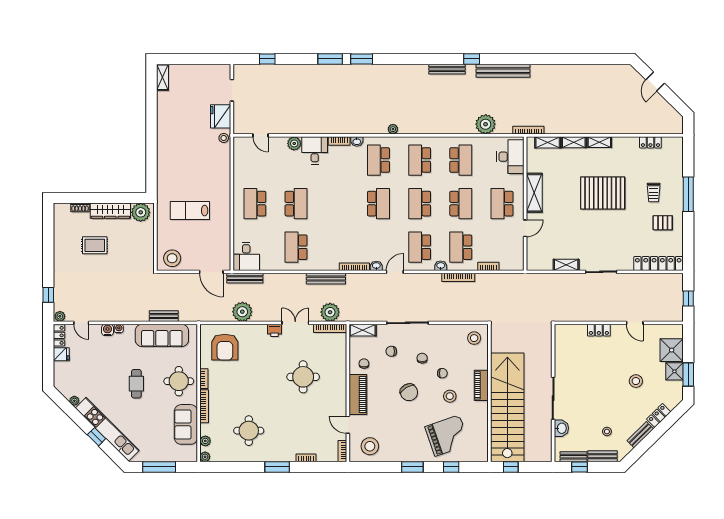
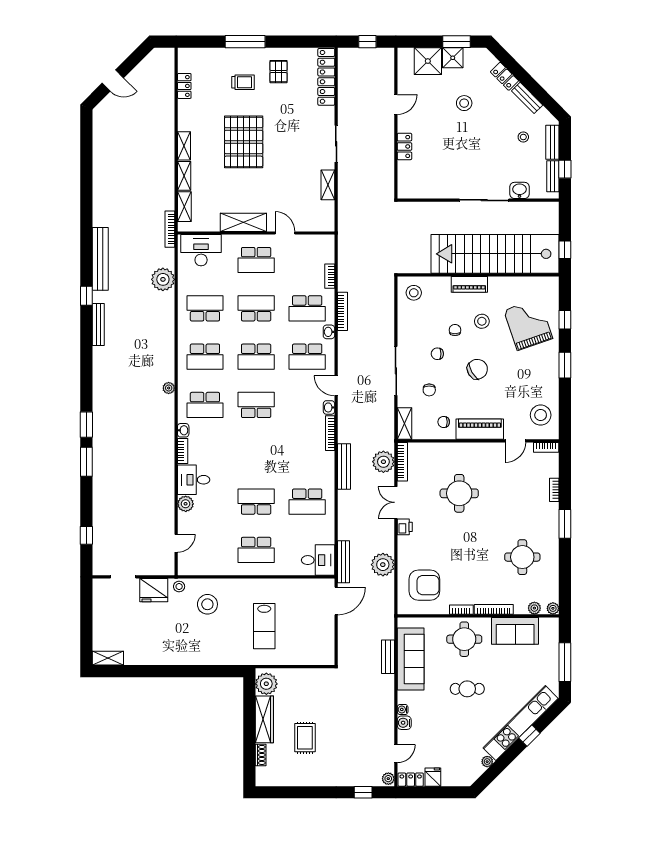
stool: (172, 258) -> (207, 604), moved

